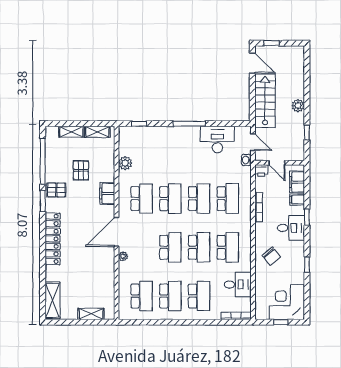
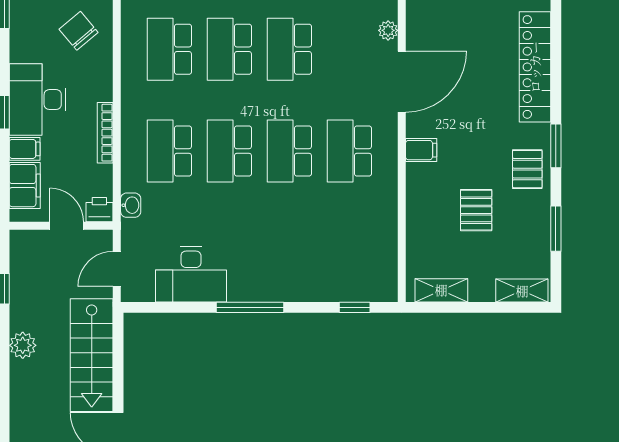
shelving: (71, 132) -> (522, 291), moved
door: (253, 142) -> (117, 269), hinge flipped
washbasin: (246, 160) -> (131, 205), moved
window: (43, 161) -> (556, 229), width x0.47
plant: (125, 163) -> (384, 225), removed
pallet: (56, 190) -> (527, 169), turned 90
filing cabinet: (107, 193) -> (421, 150), width x0.50
desk: (291, 228) -> (37, 100), width x1.37

